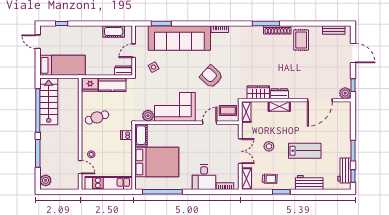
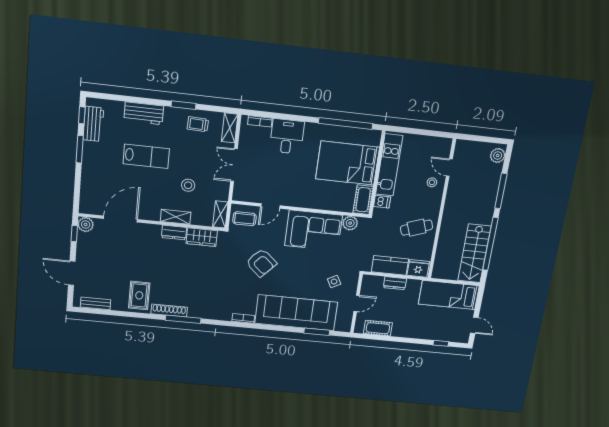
dresser: (123, 71) -> (395, 283), moved
stool: (269, 146) -> (188, 185), moved
lab bench: (305, 151) -> (146, 156), turned 180
kitchen unit: (109, 183) -> (389, 165), moved, turned -90

